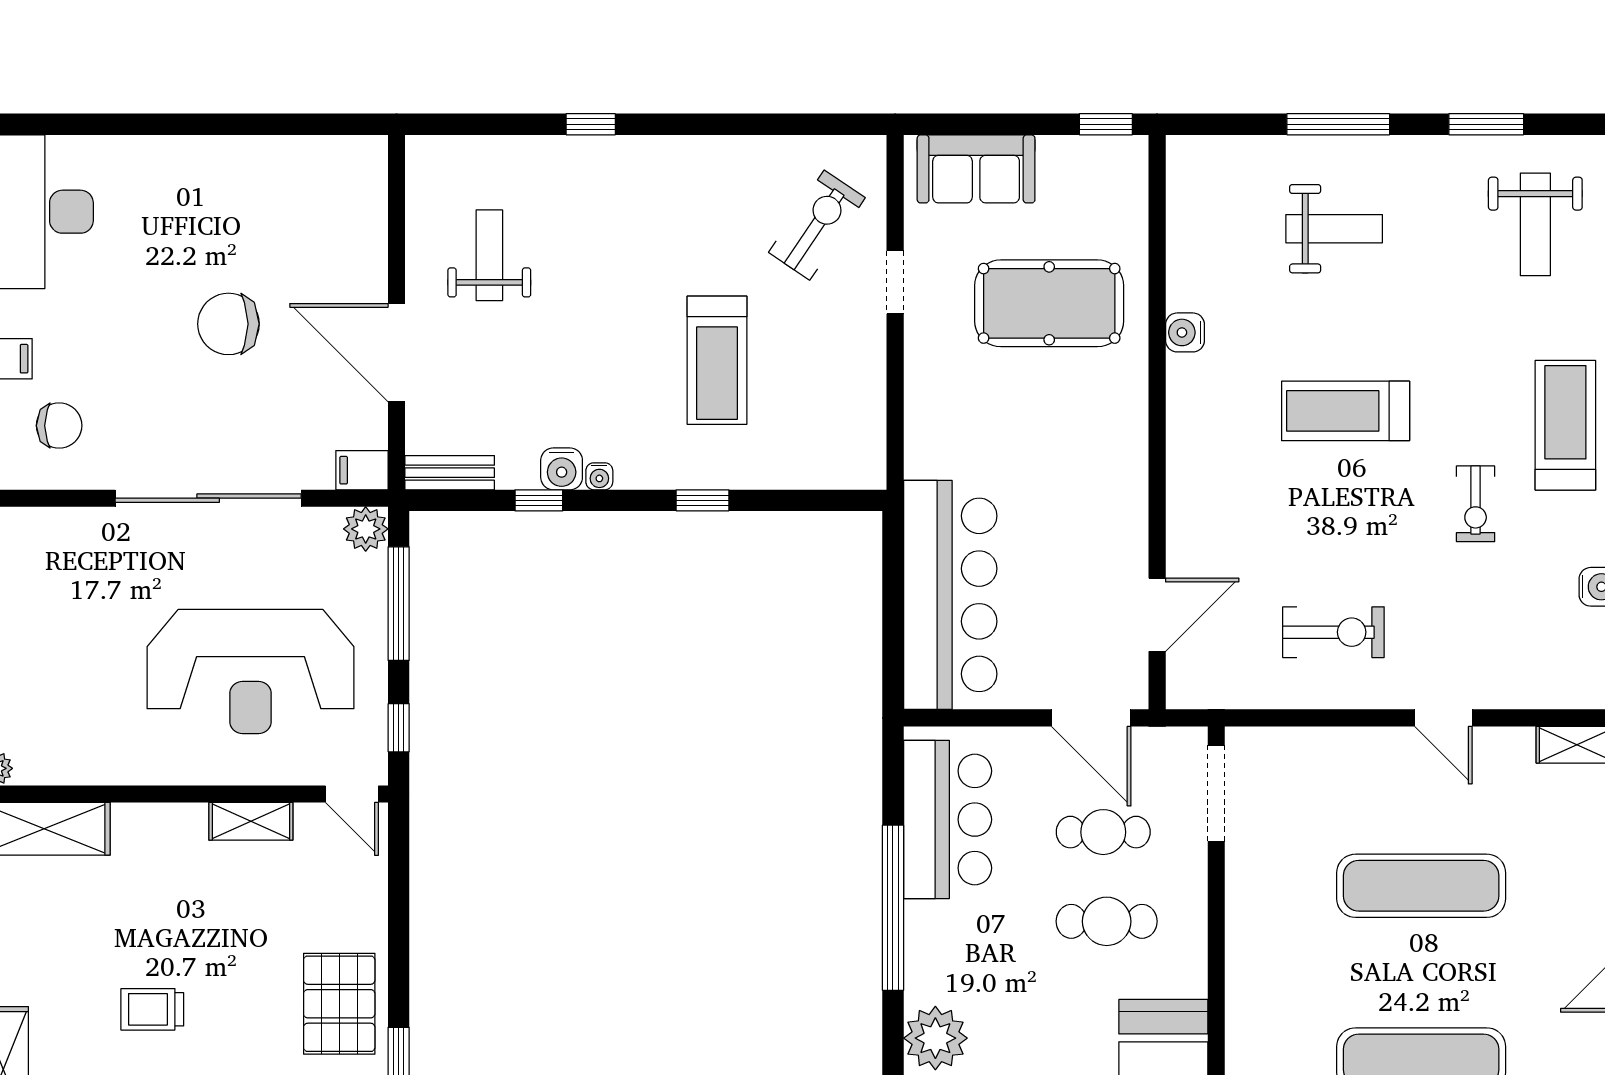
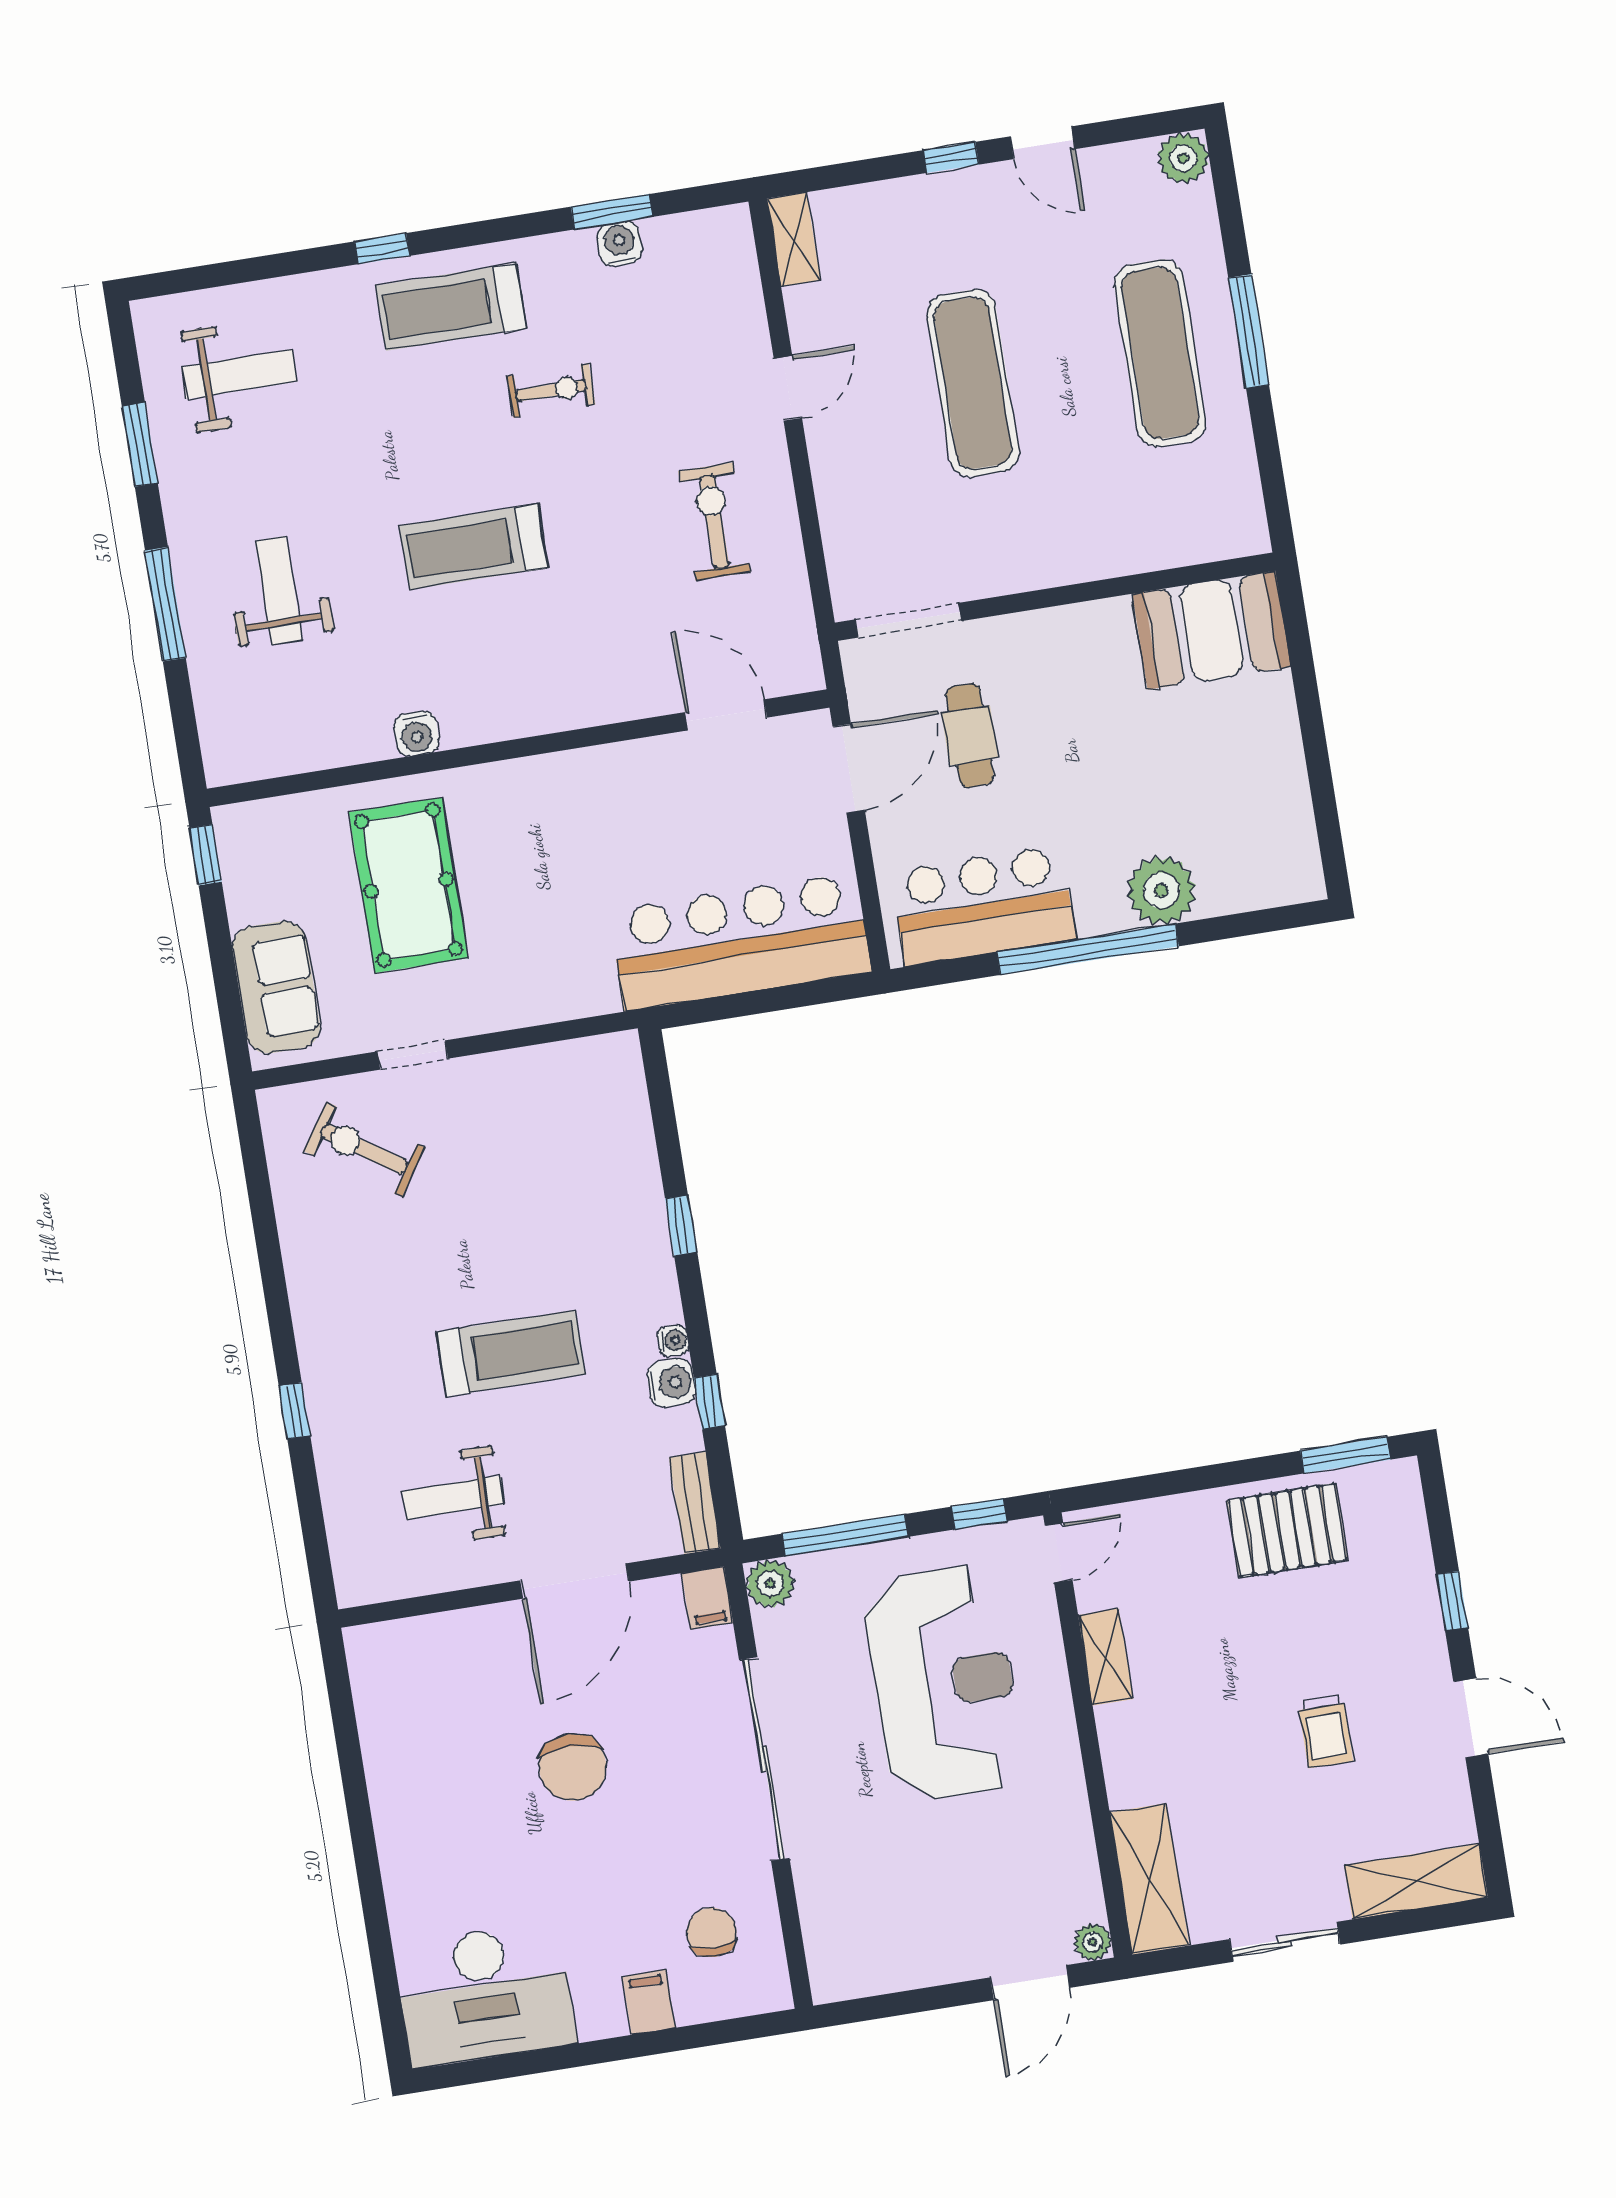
treadmill: (717, 360) -> (511, 1353), moved
treadmill: (1346, 411) -> (474, 547), turned 90
cafe table: (1107, 921) -> (1066, 716), removed
plant: (935, 1038) -> (1161, 890), moved

